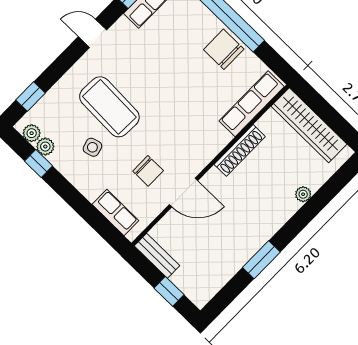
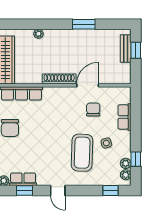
shoe rack: (240, 150) -> (59, 79), moved
door: (184, 193) -> (88, 85), hinge flipped
row of seats: (115, 213) -> (125, 117), moved
bench: (157, 256) -> (126, 49), moved

